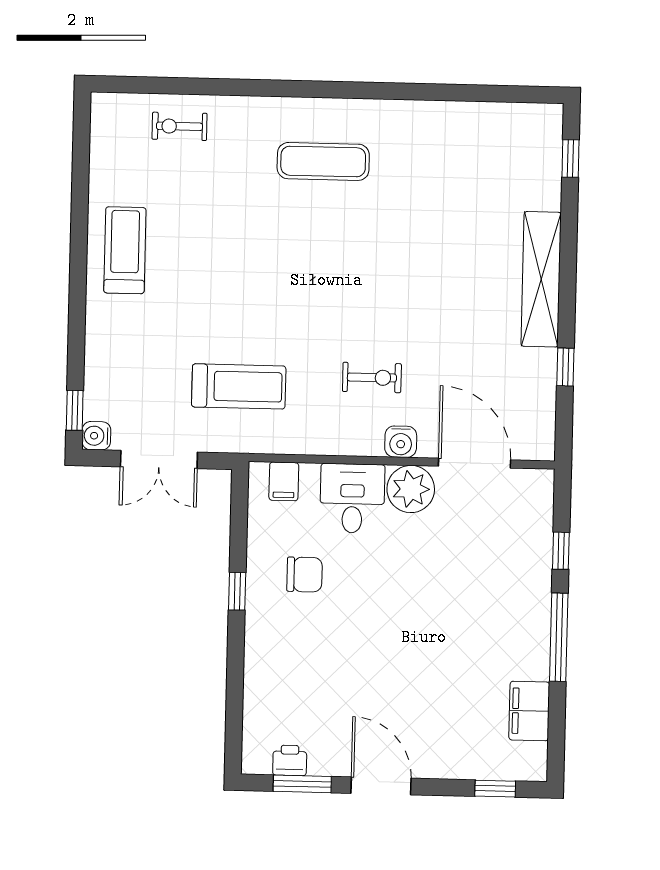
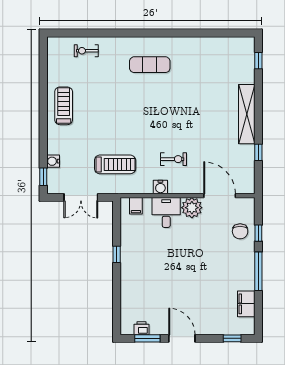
water cooler: (96, 436) -> (53, 161), moved
water cooler: (401, 442) -> (160, 187), moved
chair: (304, 575) -> (240, 231), moved, turned 90

